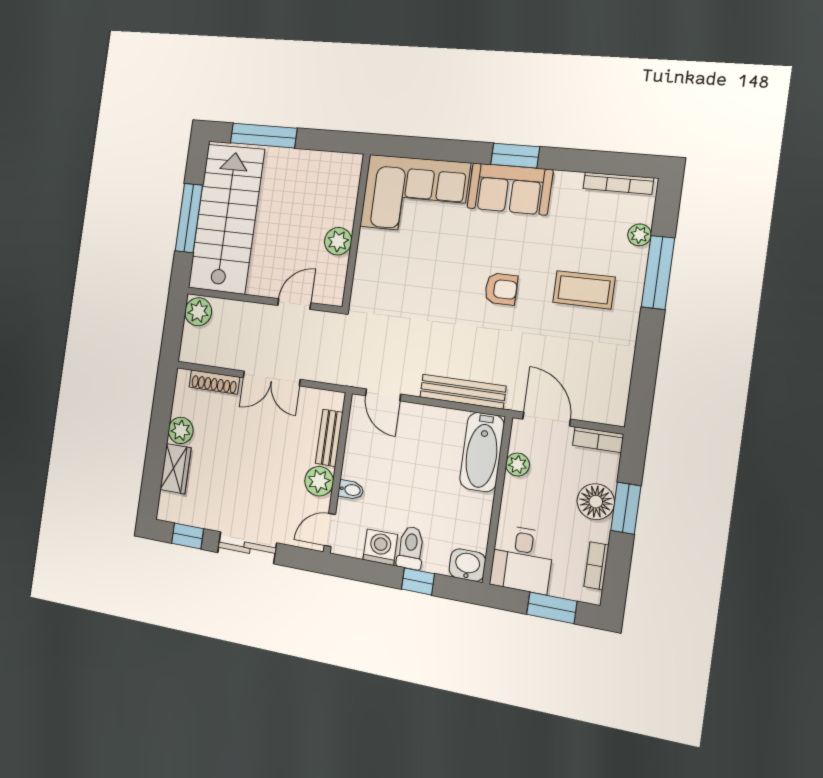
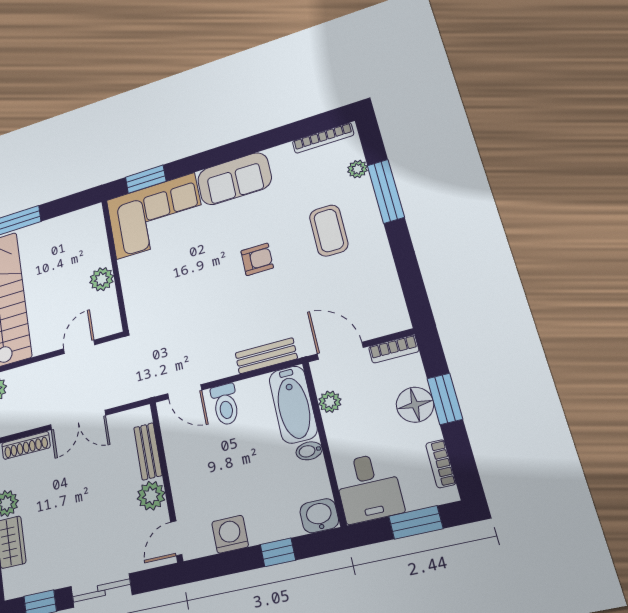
window: (515, 156) -> (146, 179), moved
coffee table: (584, 290) -> (329, 231), turned 90
bench: (463, 392) -> (266, 356), width x0.73
bidet: (351, 490) -> (309, 451), moved, turned 180
toilet: (411, 548) -> (225, 404), moved, turned 180

